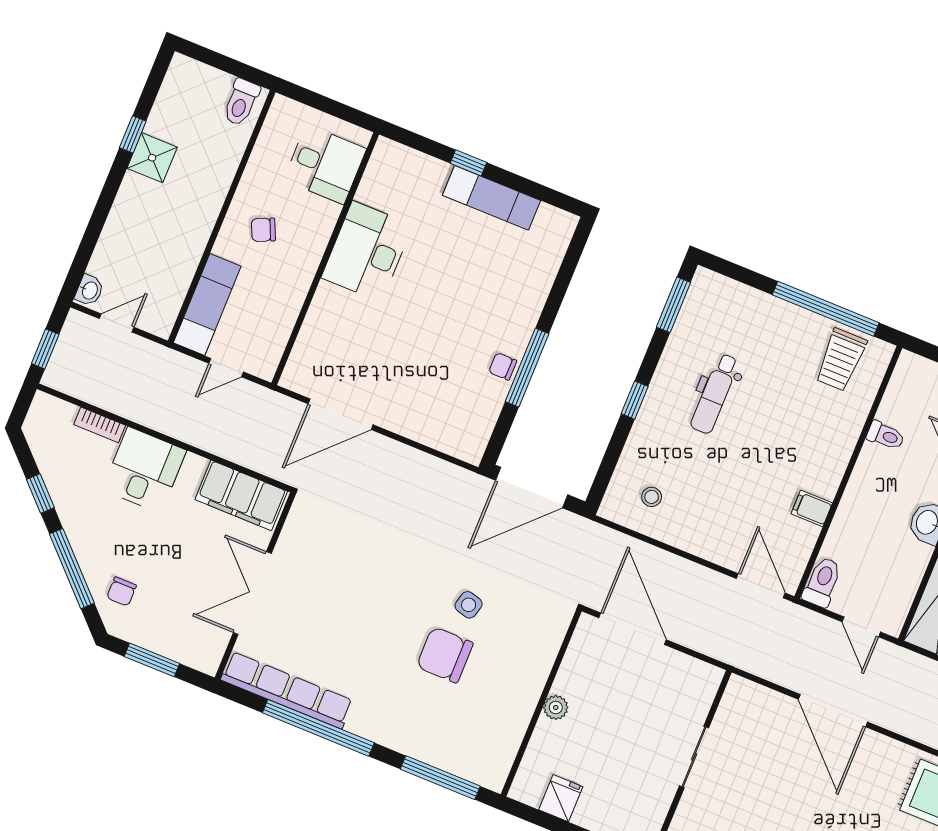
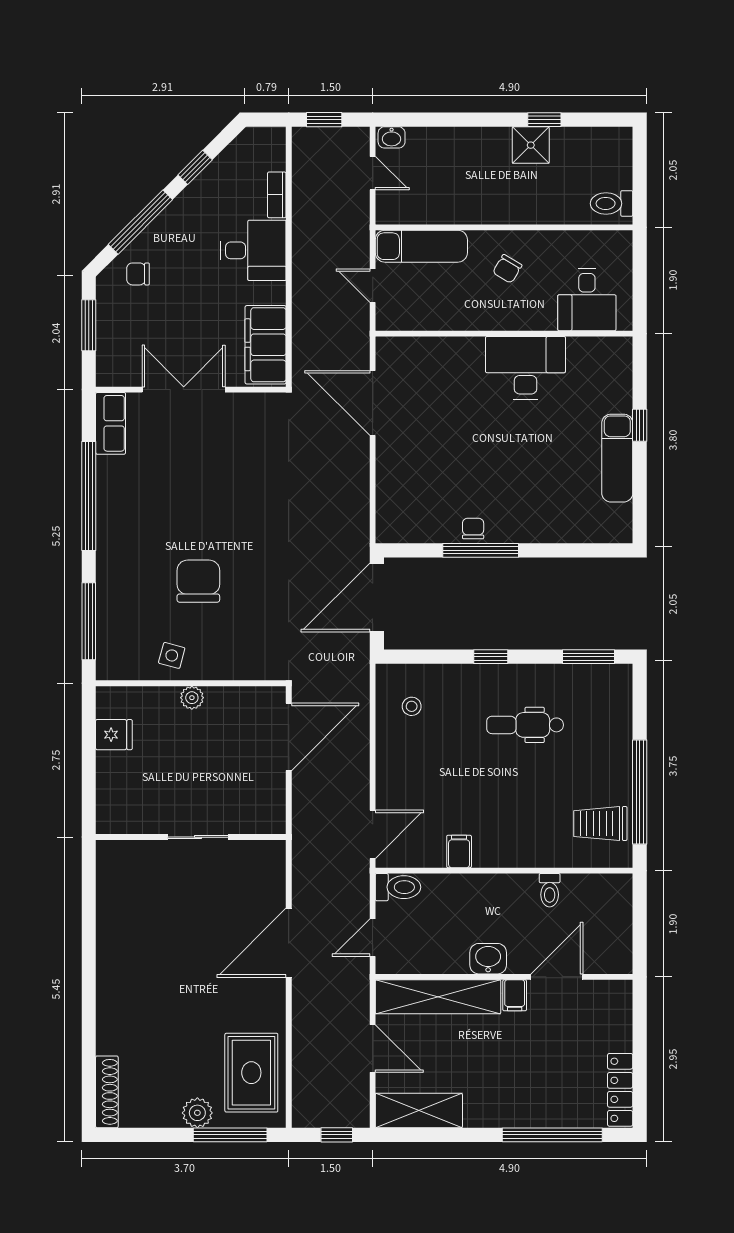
chair: (263, 230) -> (507, 269), turned -125
door: (532, 488) -> (377, 597), hinge flipped
side table: (469, 605) -> (172, 655), moved
row of seats: (287, 690) -> (111, 423), width x0.50

